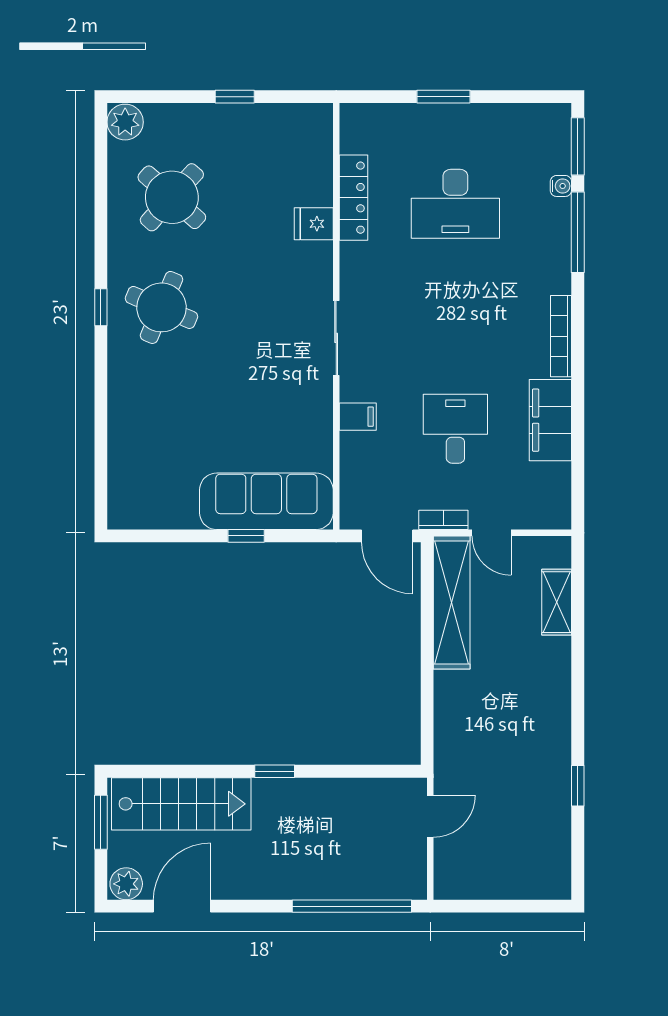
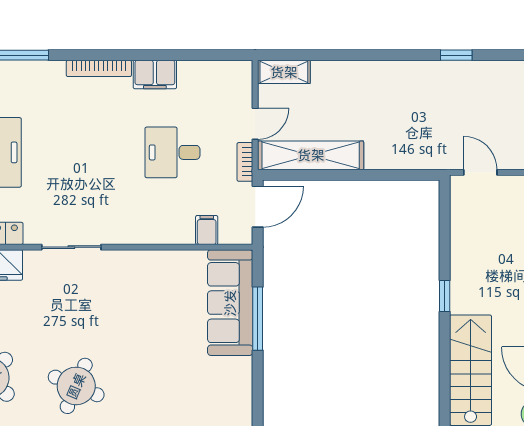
sliding door: (336, 338) -> (71, 247), moved
filing cabinet: (358, 417) -> (207, 230), moved
filing cabinet: (550, 420) -> (155, 75), width x0.67, depth x0.86
window: (246, 536) -> (258, 319), width x2.17
shelving: (557, 602) -> (284, 72), moved

